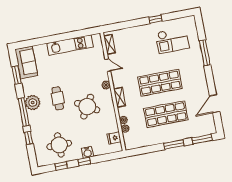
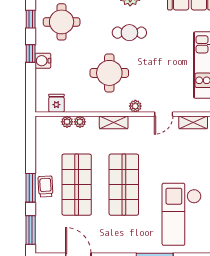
checkout: (172, 40) -> (182, 214), width x1.36, depth x1.21
round table: (87, 107) -> (109, 73), turned -30
trolley: (171, 135) -> (46, 186), added

